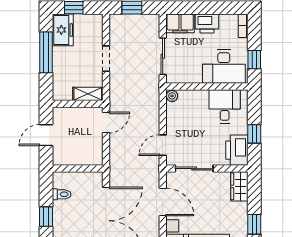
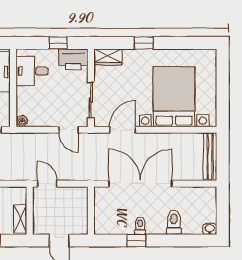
shelving: (88, 94) -> (20, 219), moved
toilet: (62, 194) -> (140, 226), moved

